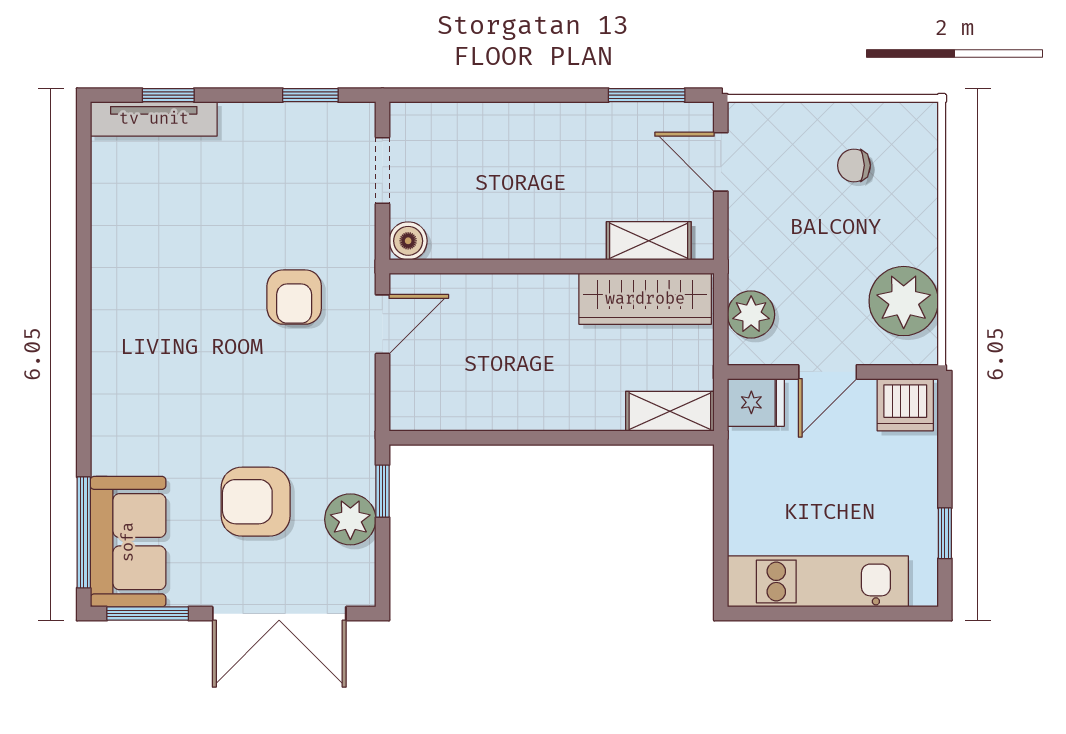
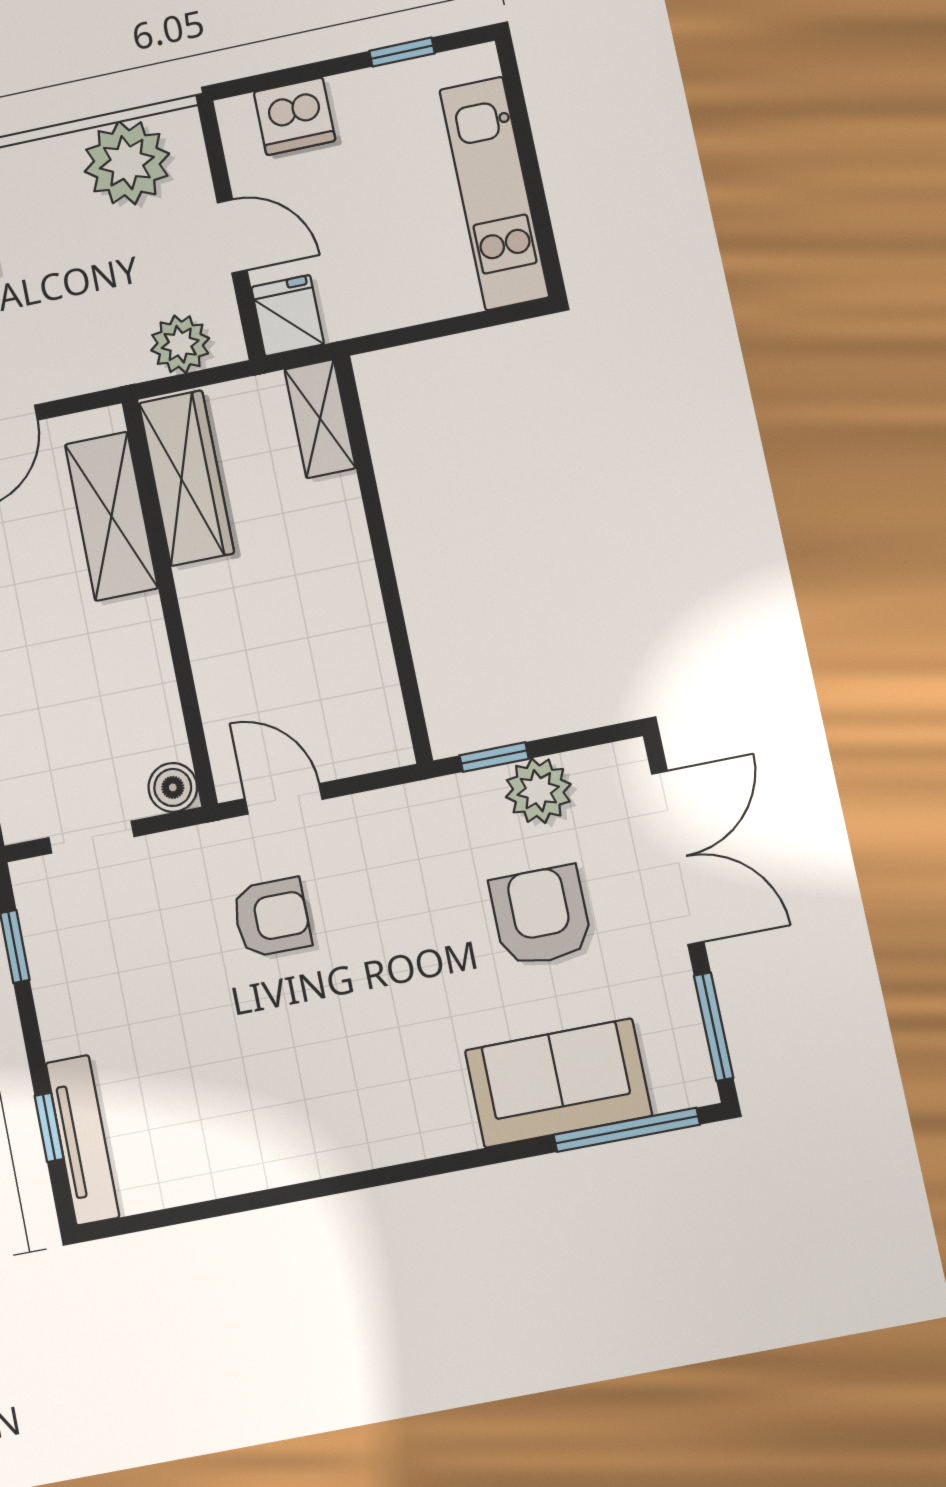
shelving: (649, 241) -> (111, 516), width x1.50, depth x1.33
dishwasher: (905, 405) -> (295, 116), moved, turned 90
armchair: (256, 502) -> (541, 916), turned 180
sofa: (128, 542) -> (558, 1083), moved

